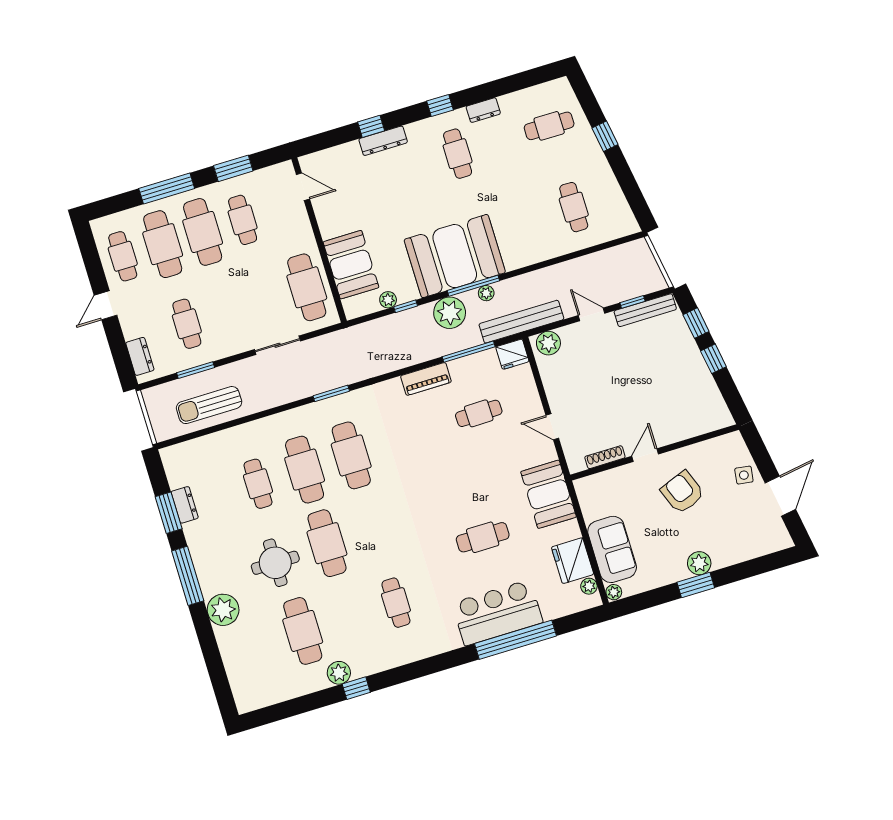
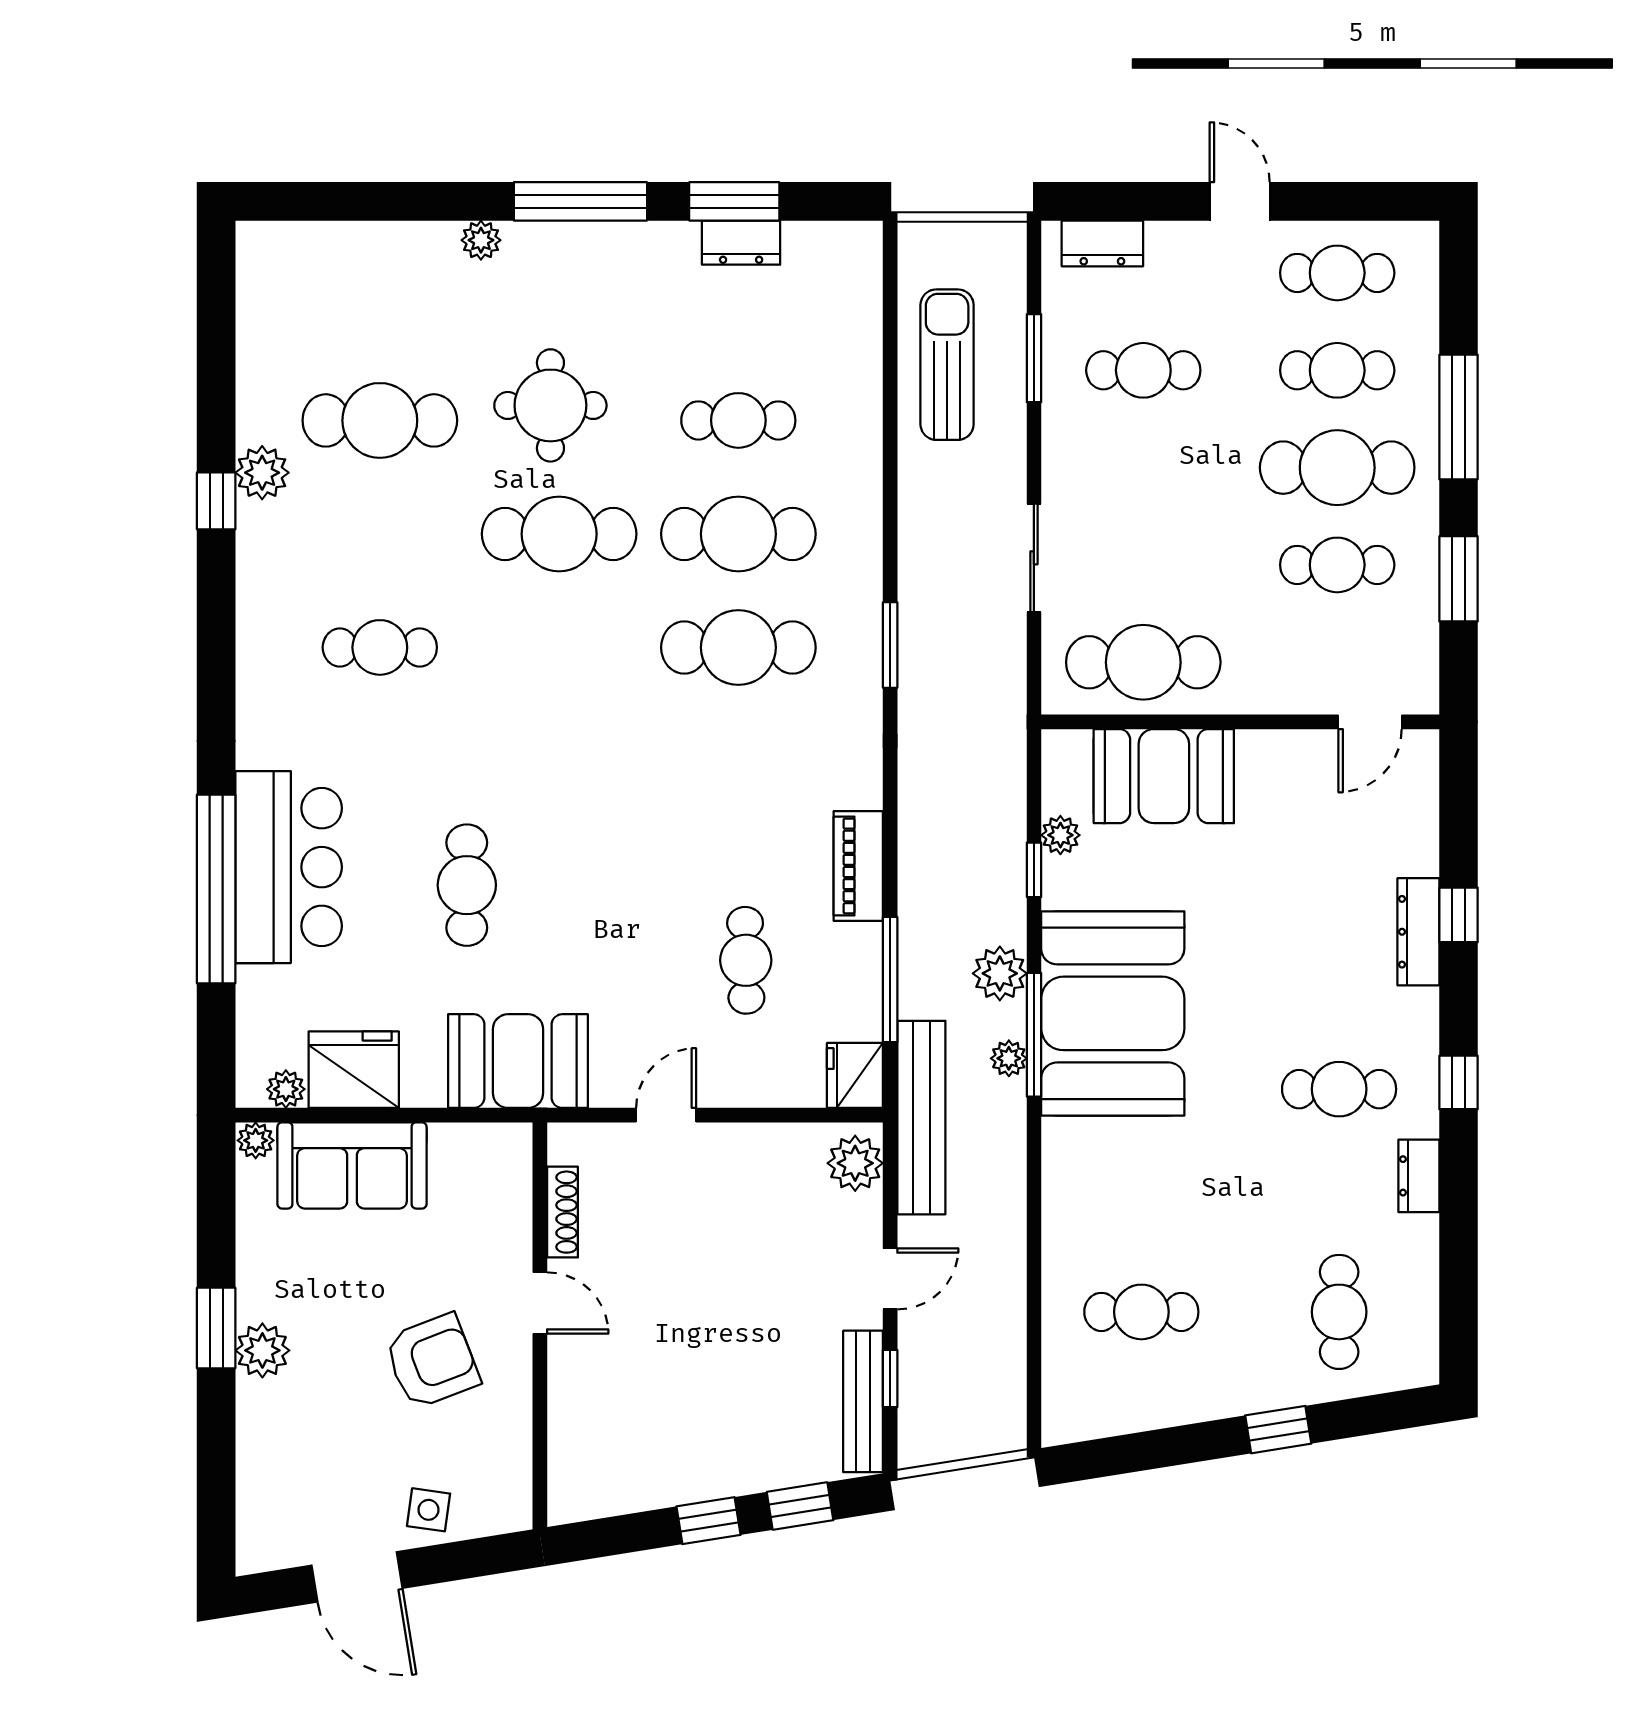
cafe table: (163, 244) -> (1337, 370), width x0.73, depth x0.74
plant: (450, 313) -> (1000, 973), width x0.73, depth x0.73
plant: (223, 610) -> (481, 240), width x0.53, depth x0.53

